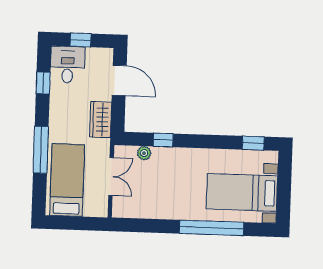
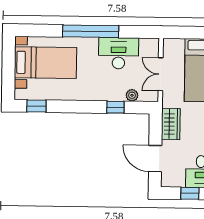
desk: (158, 201) -> (119, 53), added
window: (212, 228) -> (91, 31), moved

